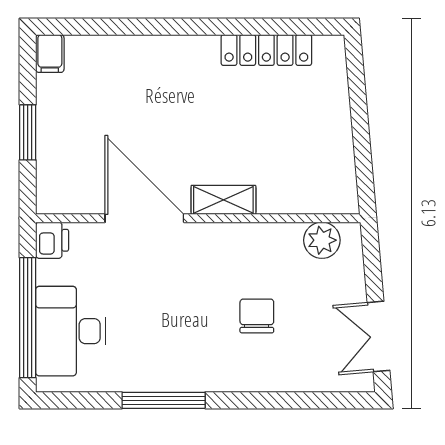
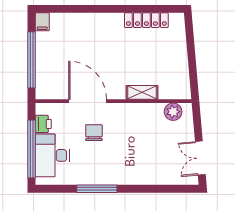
window: (28, 132) -> (32, 60), width x2.11
shelving: (223, 200) -> (142, 92), moved
printer: (52, 240) -> (43, 124), moved
chair: (257, 316) -> (94, 133), moved

